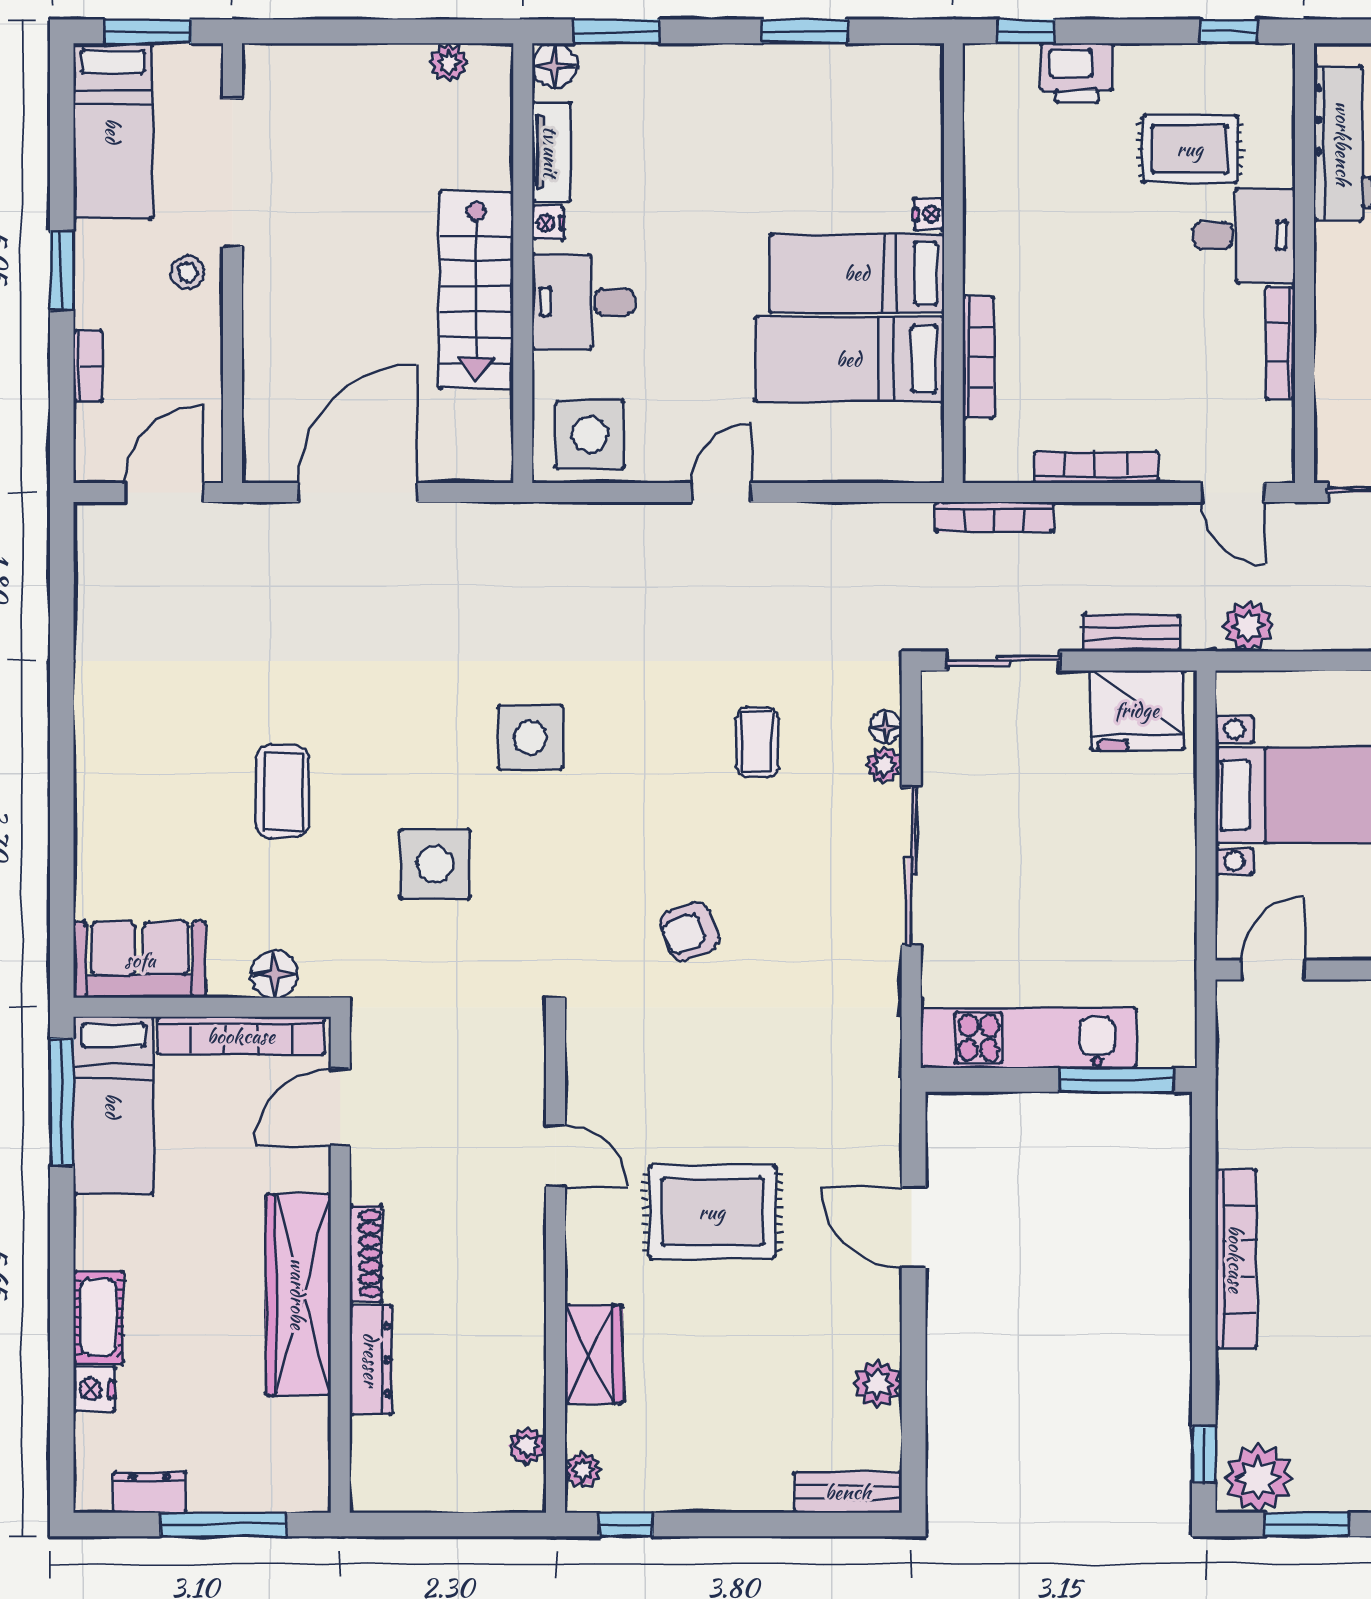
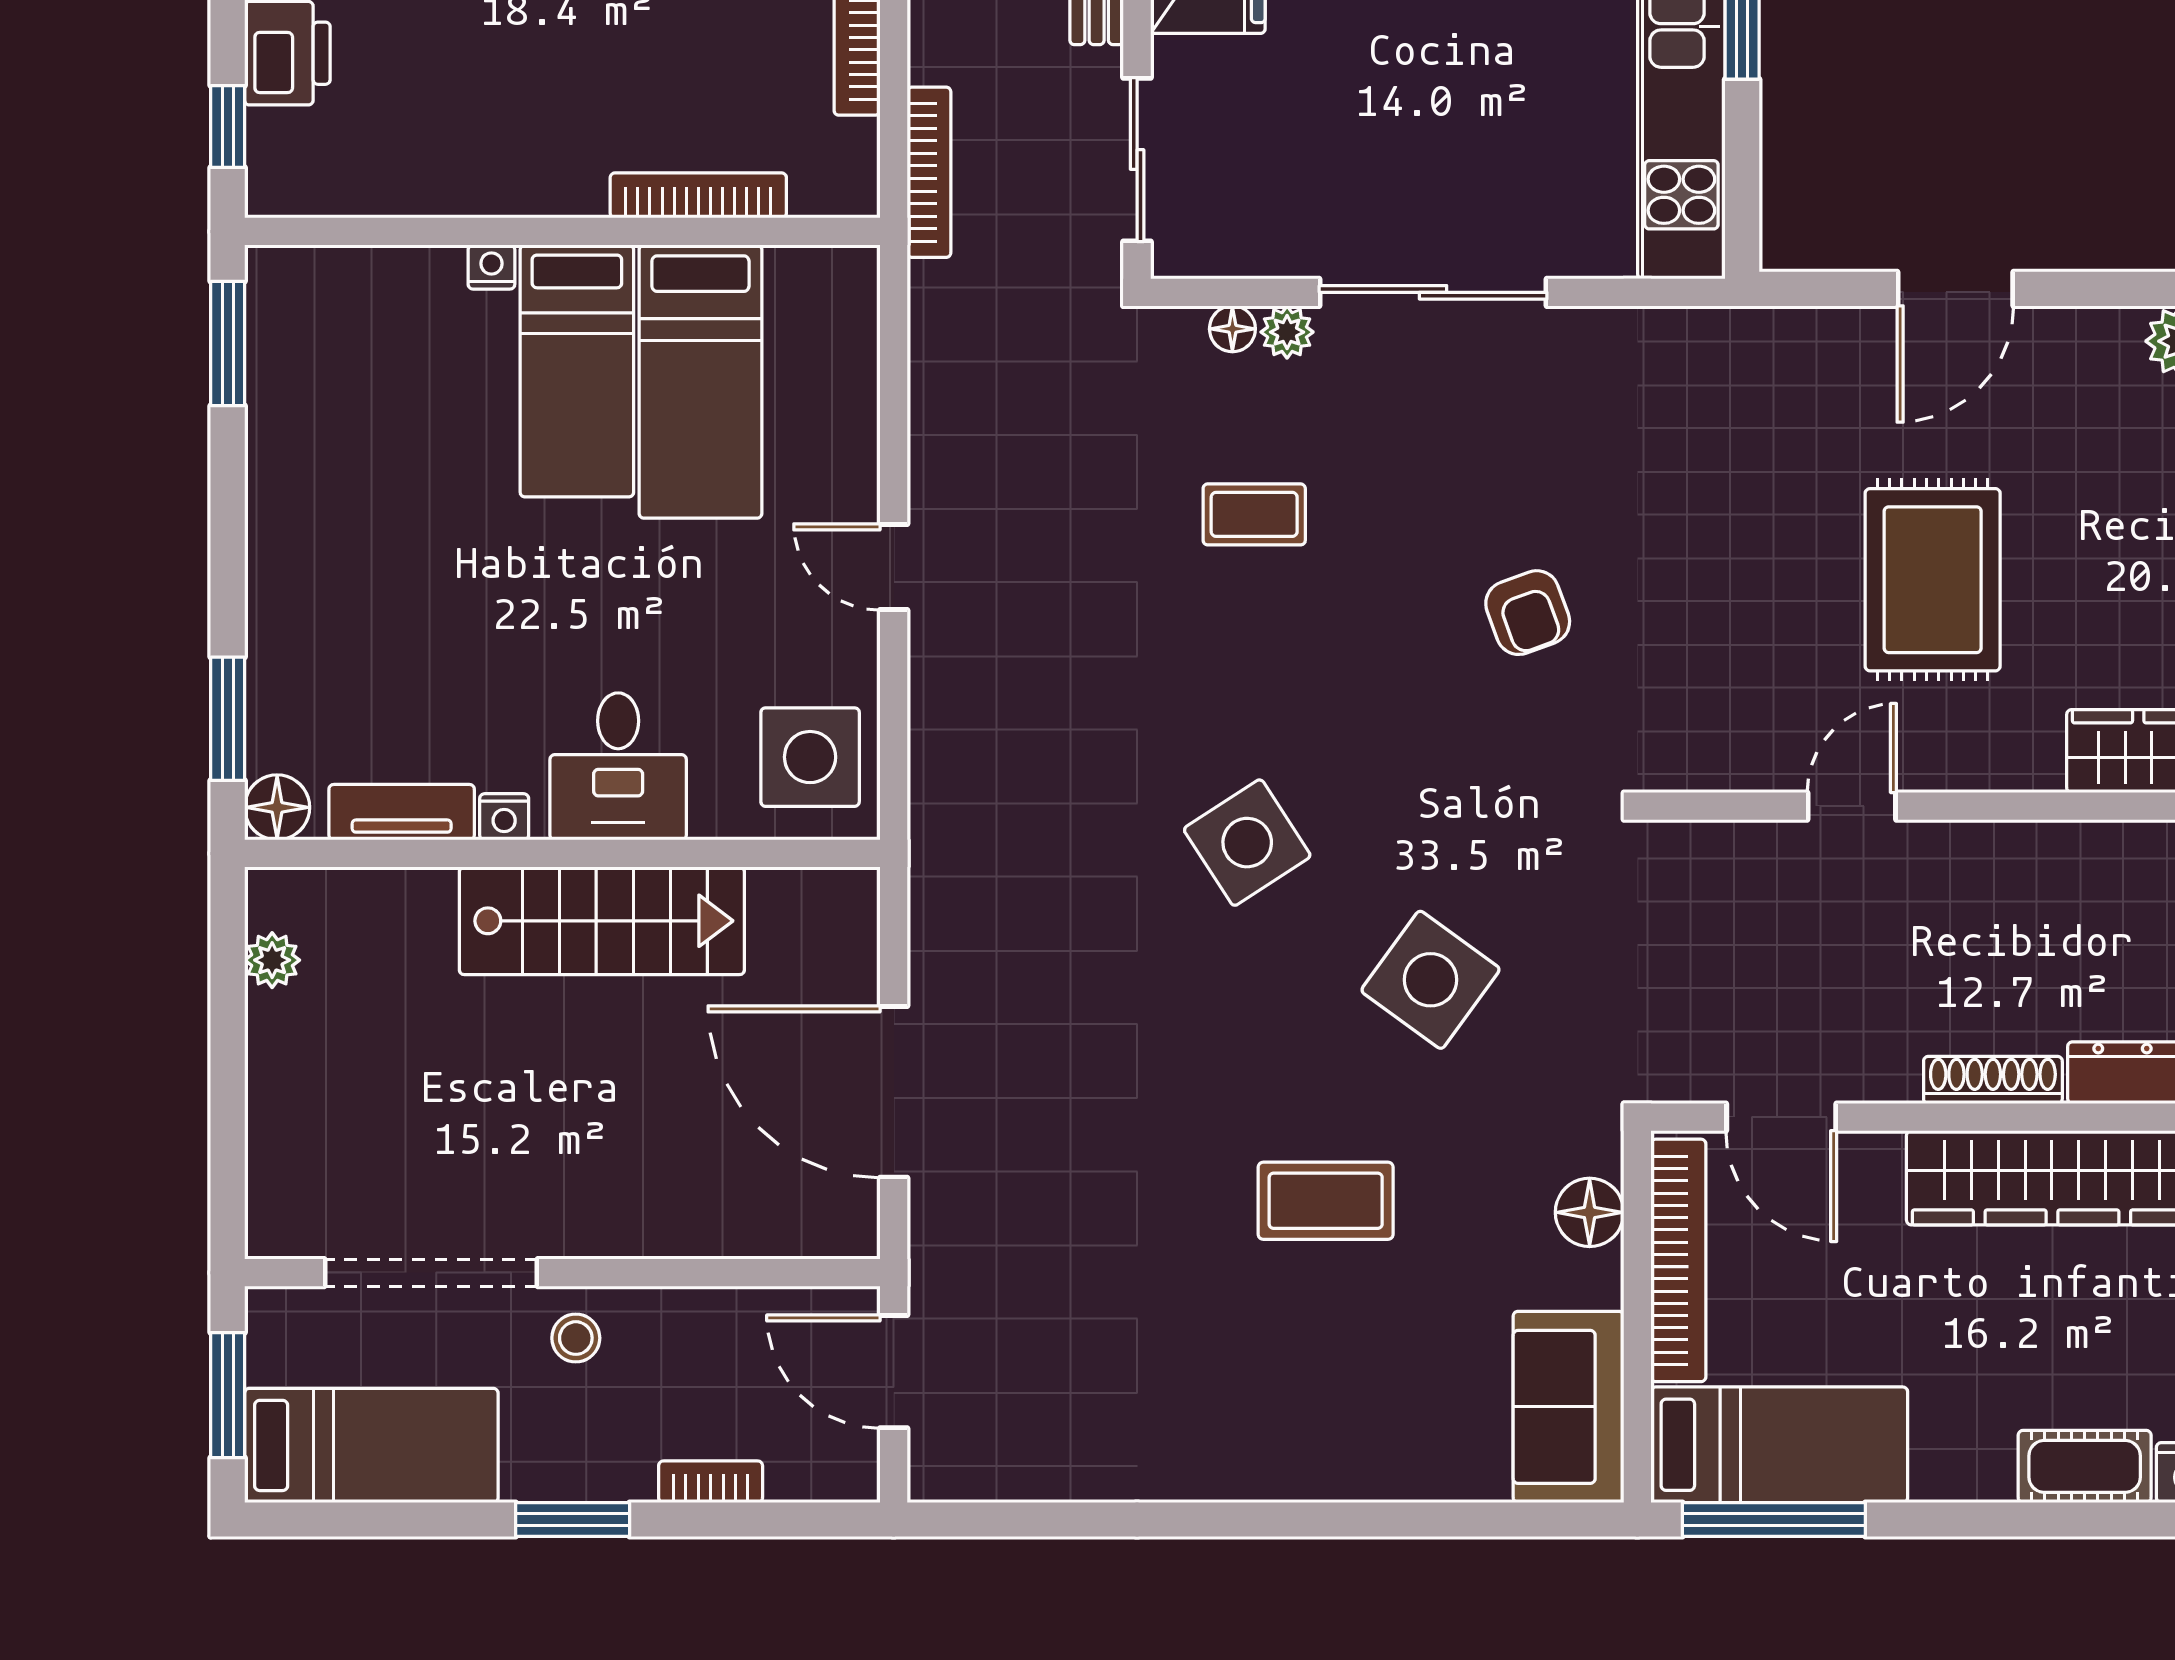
window: (805, 31) -> (228, 344), moved
side table: (530, 737) -> (1247, 843), turned -33
side table: (435, 864) -> (1430, 980), turned 36

